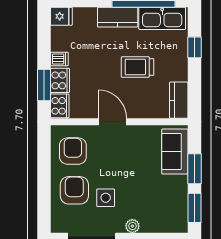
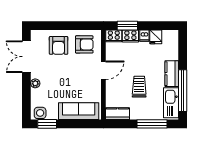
fridge: (61, 16) -> (156, 37), moved
window: (194, 47) -> (152, 124), width x2.17
sofa: (175, 152) -> (79, 111), width x1.36
window: (194, 169) -> (73, 124), removed
armchair: (74, 190) -> (59, 45), turned 90
side table: (106, 198) -> (40, 113), moved

